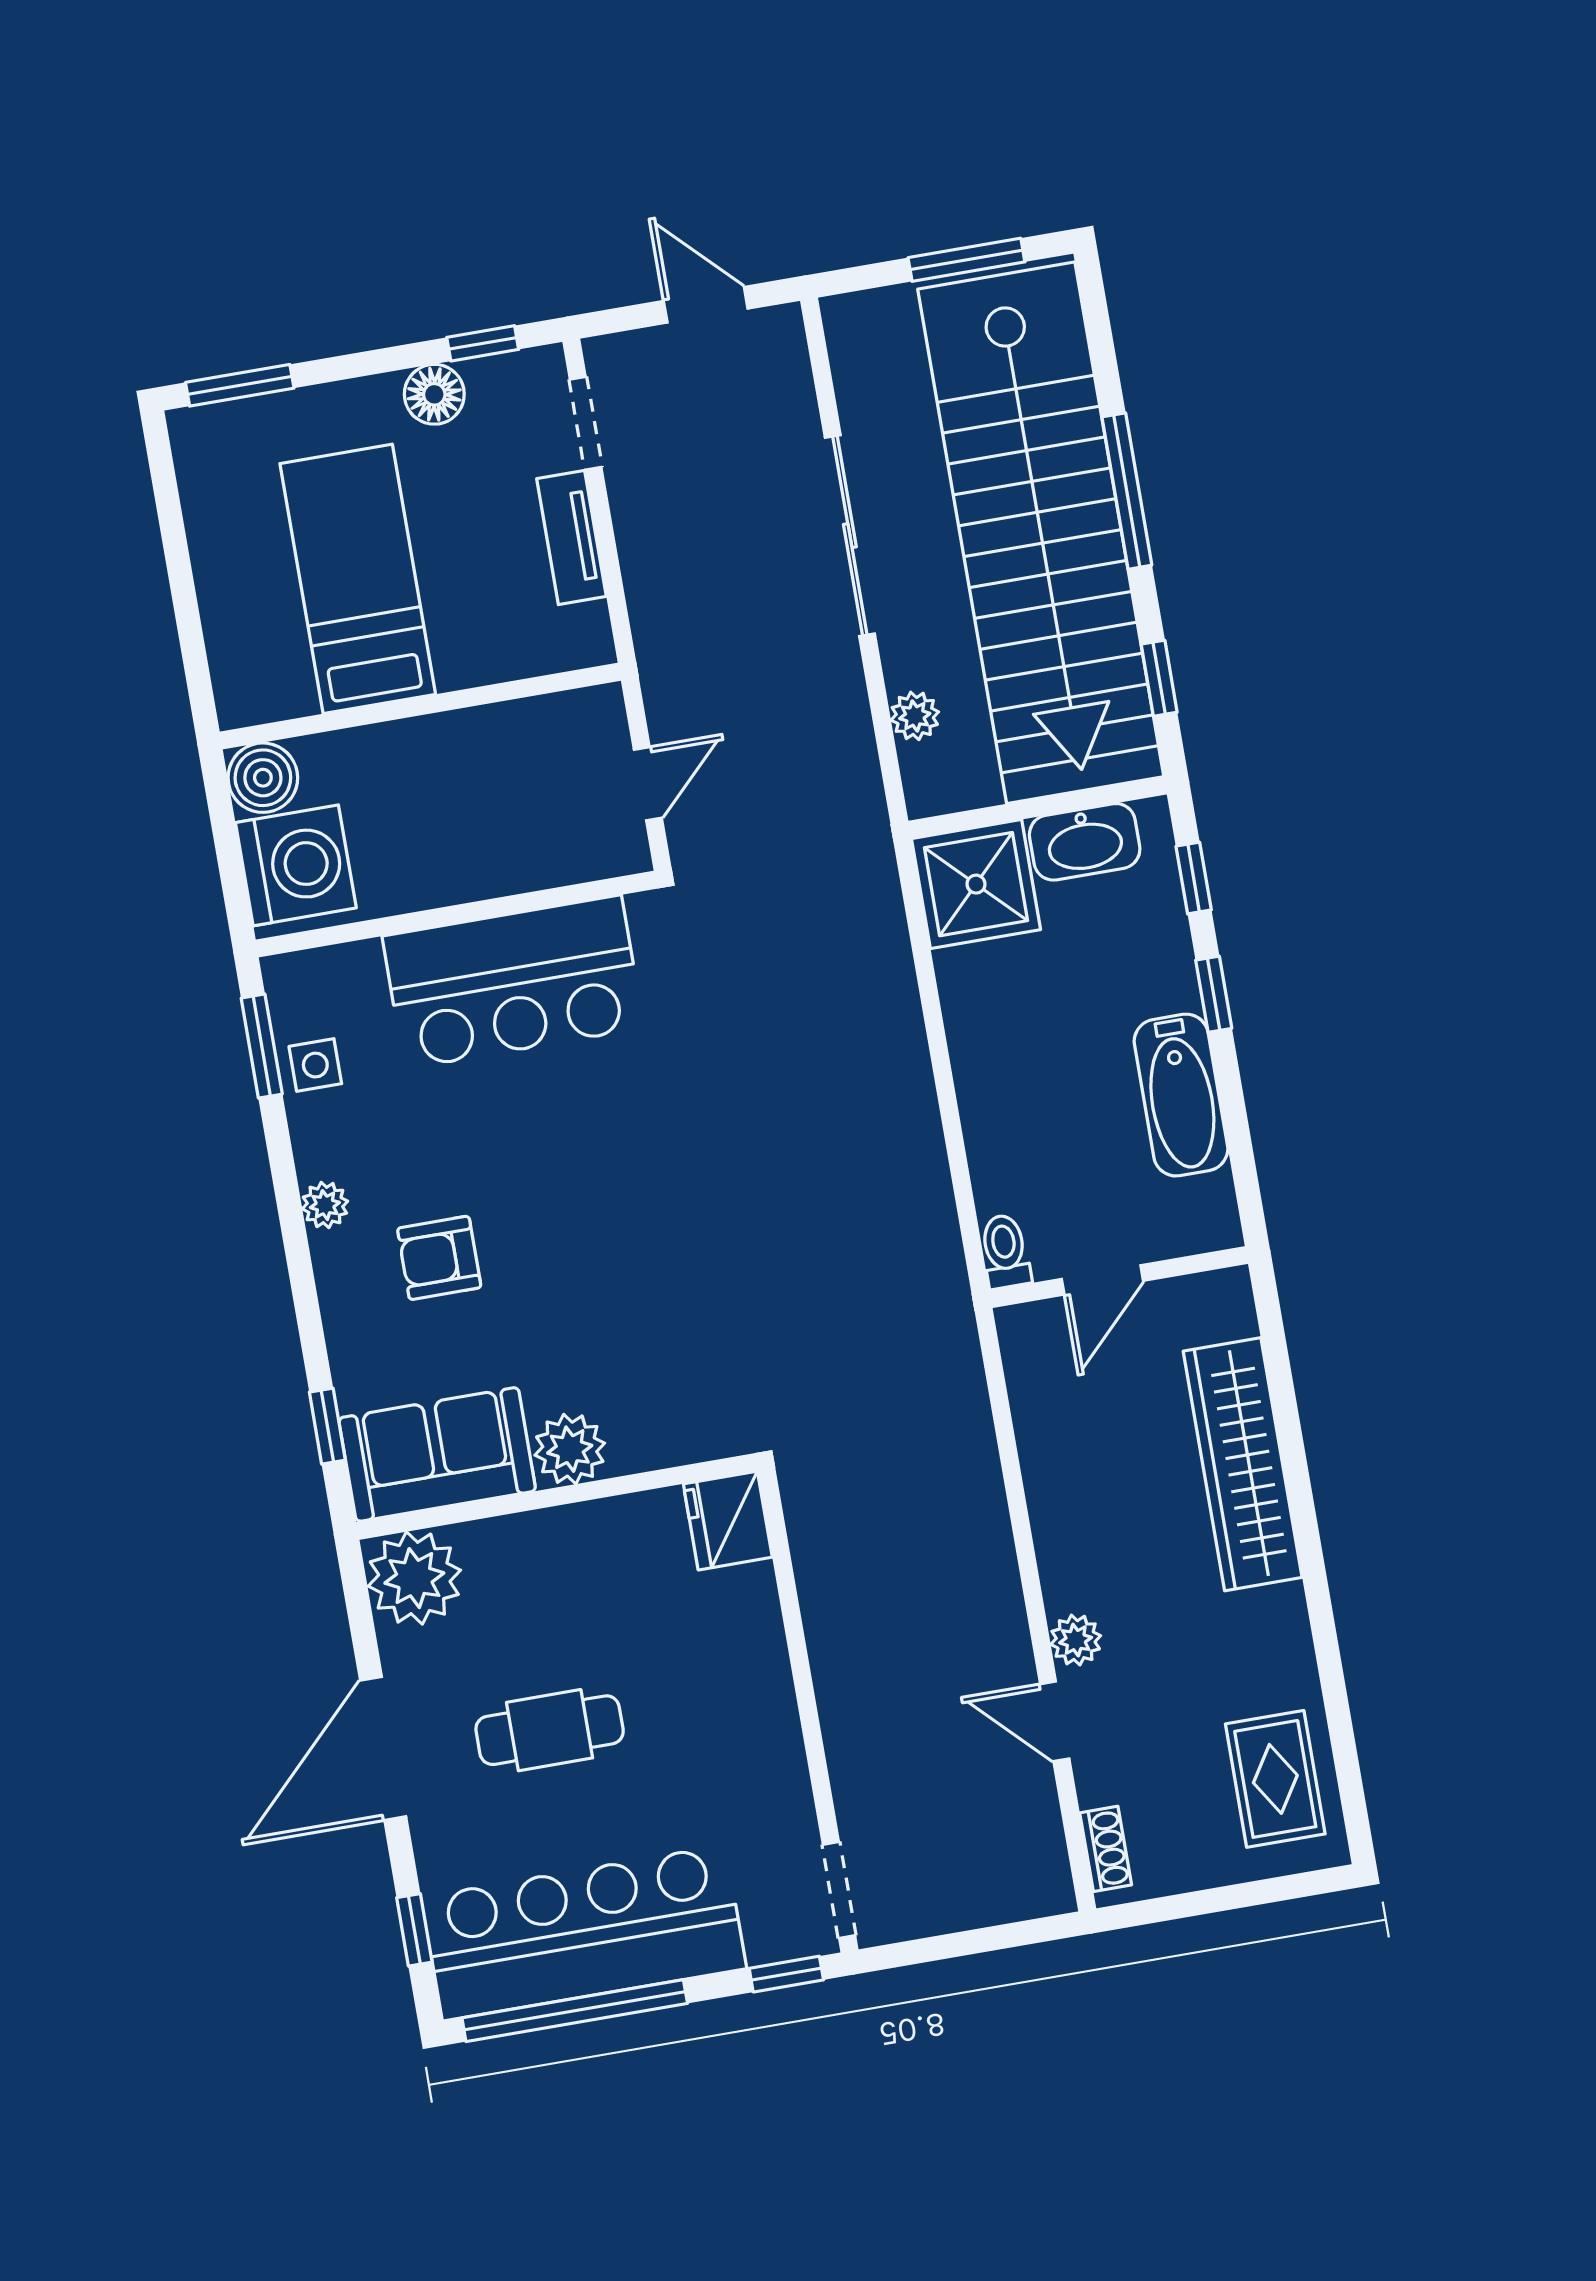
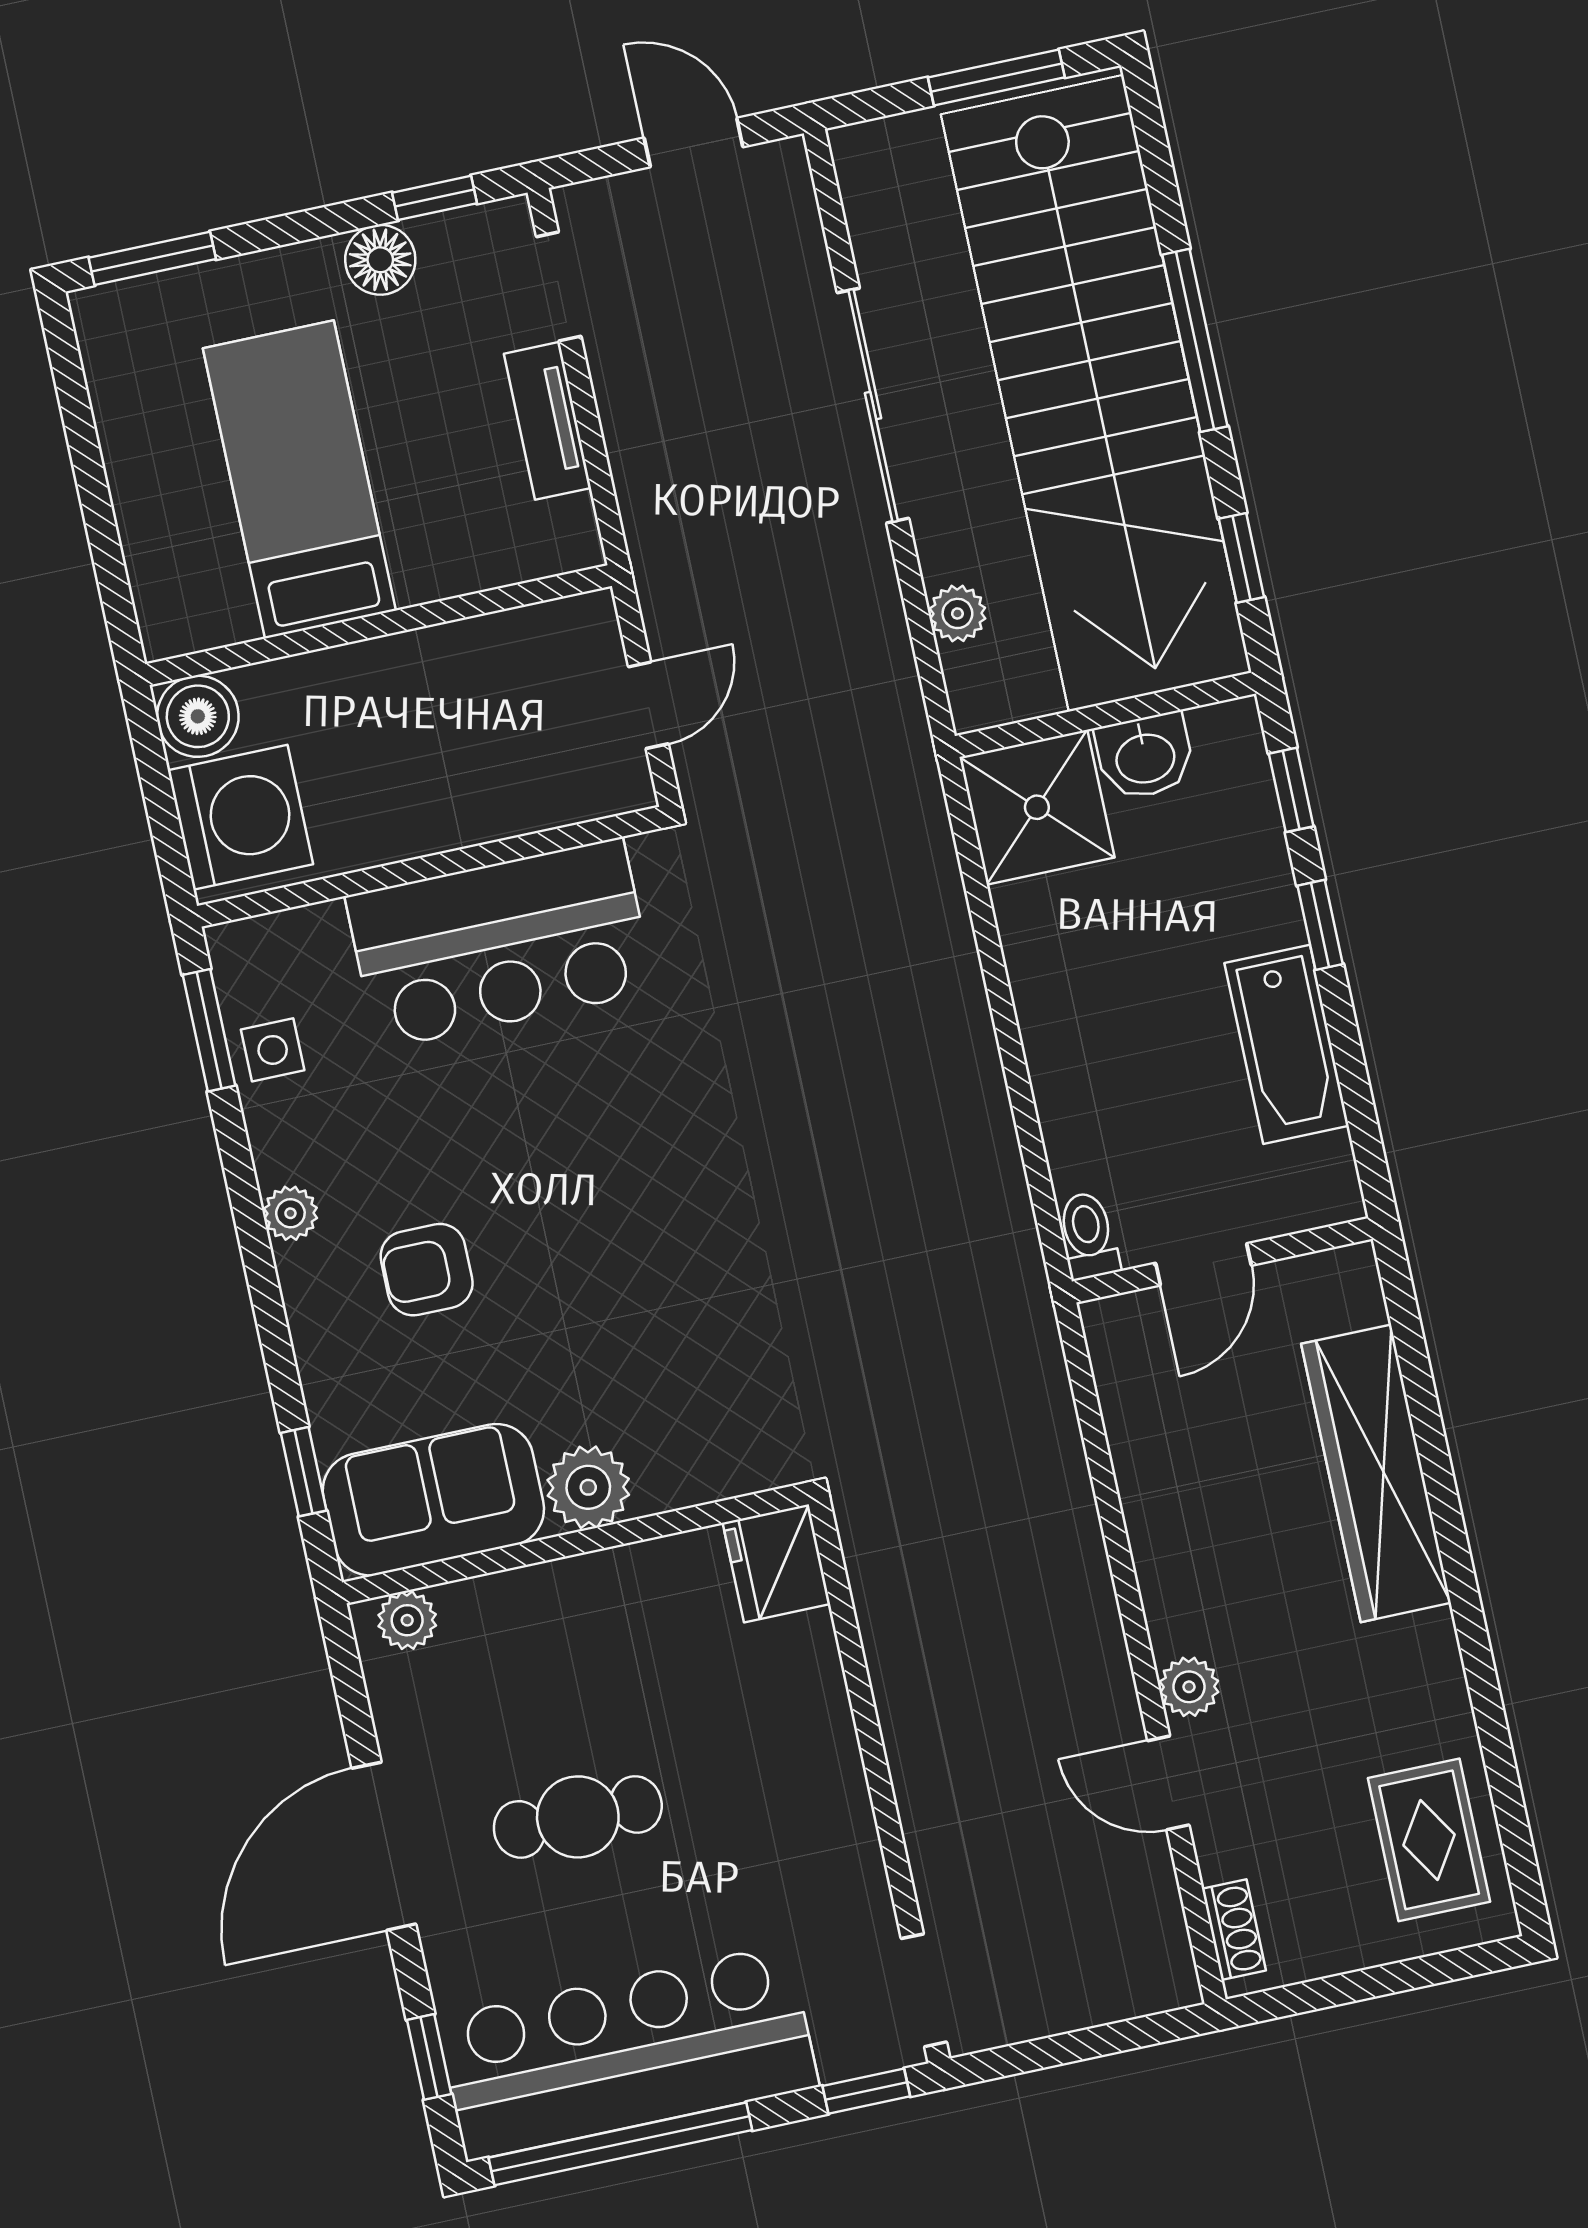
washbasin: (1085, 842) -> (1145, 756), width x0.72
plant: (414, 1578) -> (407, 1620), width x0.53, depth x0.53

